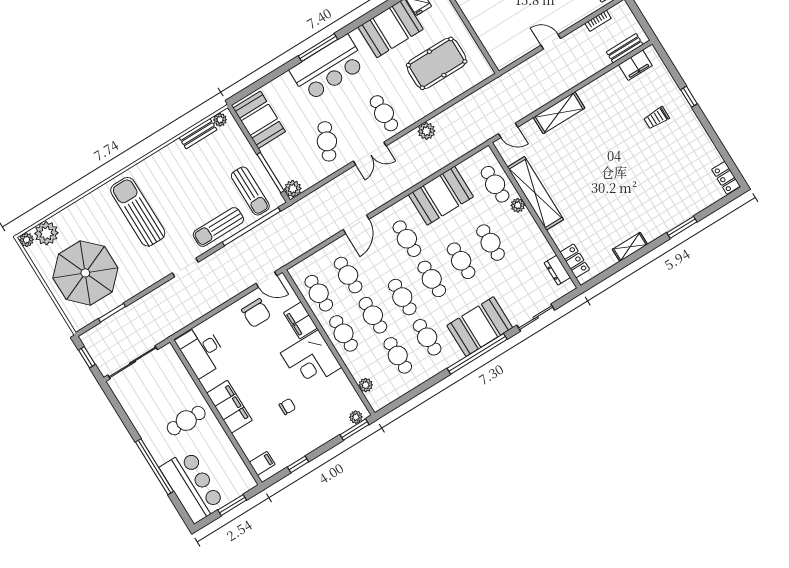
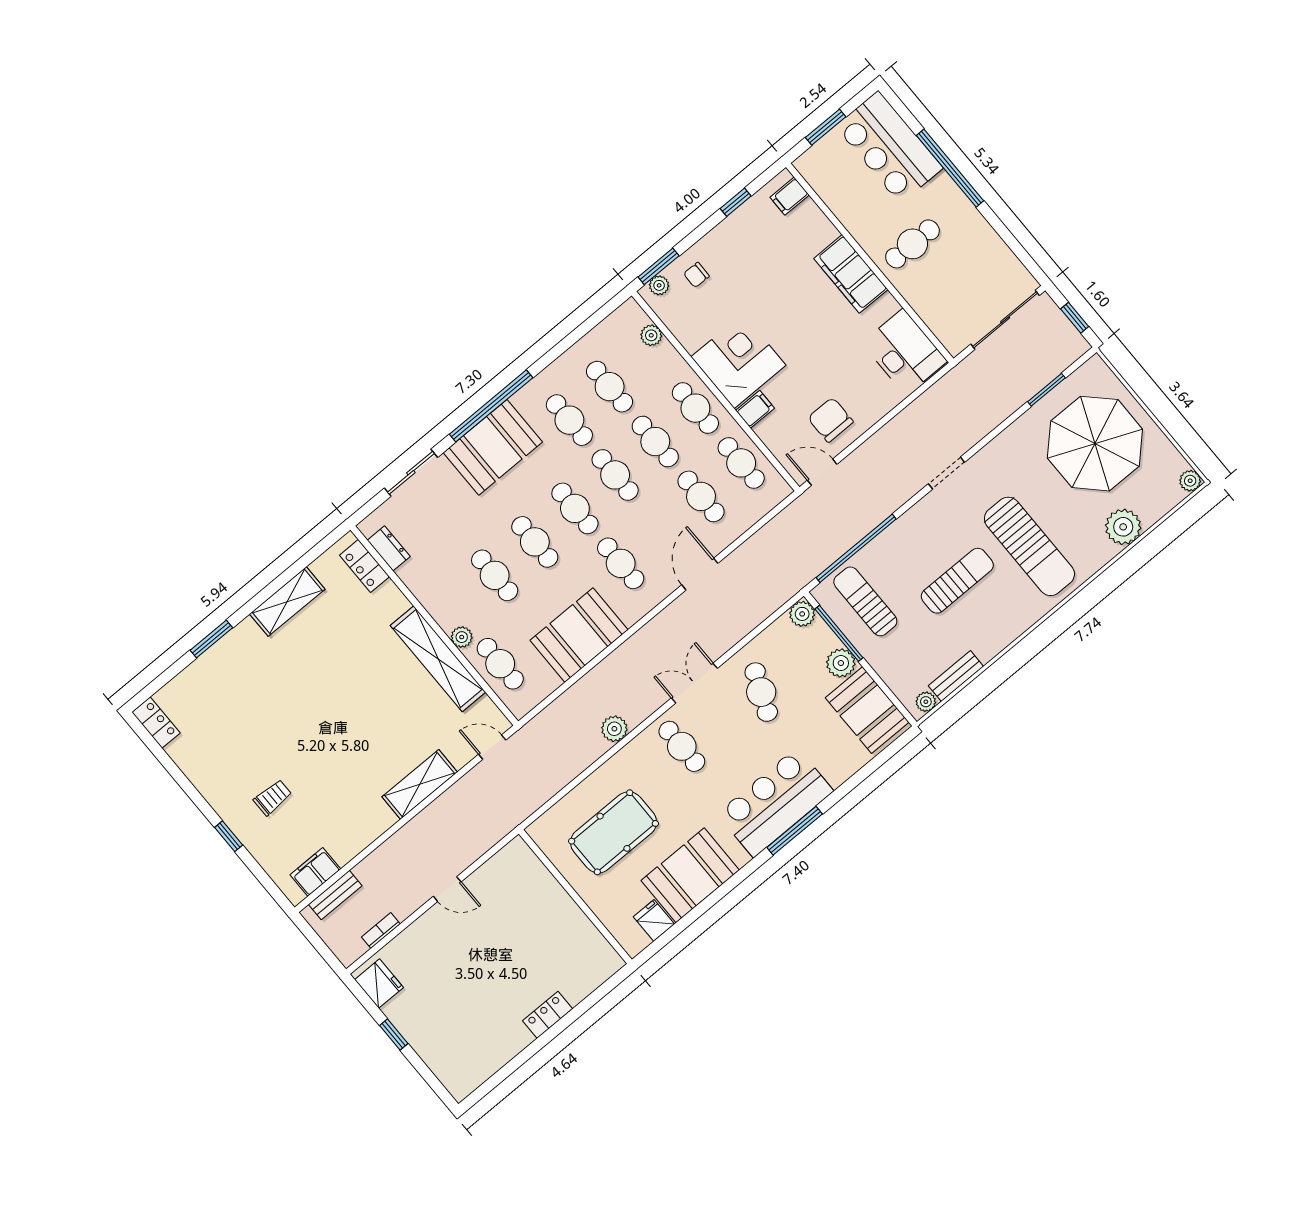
plant: (272, 153) -> (841, 663), added
sun lounger: (218, 227) -> (957, 581), moved
plant: (46, 233) -> (1123, 527), moved
shelving: (630, 247) -> (287, 602), width x1.50, depth x1.33
filing cabinet: (301, 320) -> (755, 409), width x0.50
chair: (287, 407) -> (696, 275), moved

